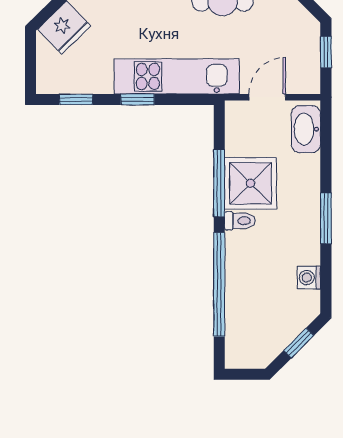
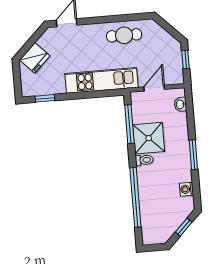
window: (137, 99) -> (80, 95), removed
washbasin: (306, 129) -> (180, 104), width x0.52, depth x0.69
window: (219, 183) -> (129, 124), moved

